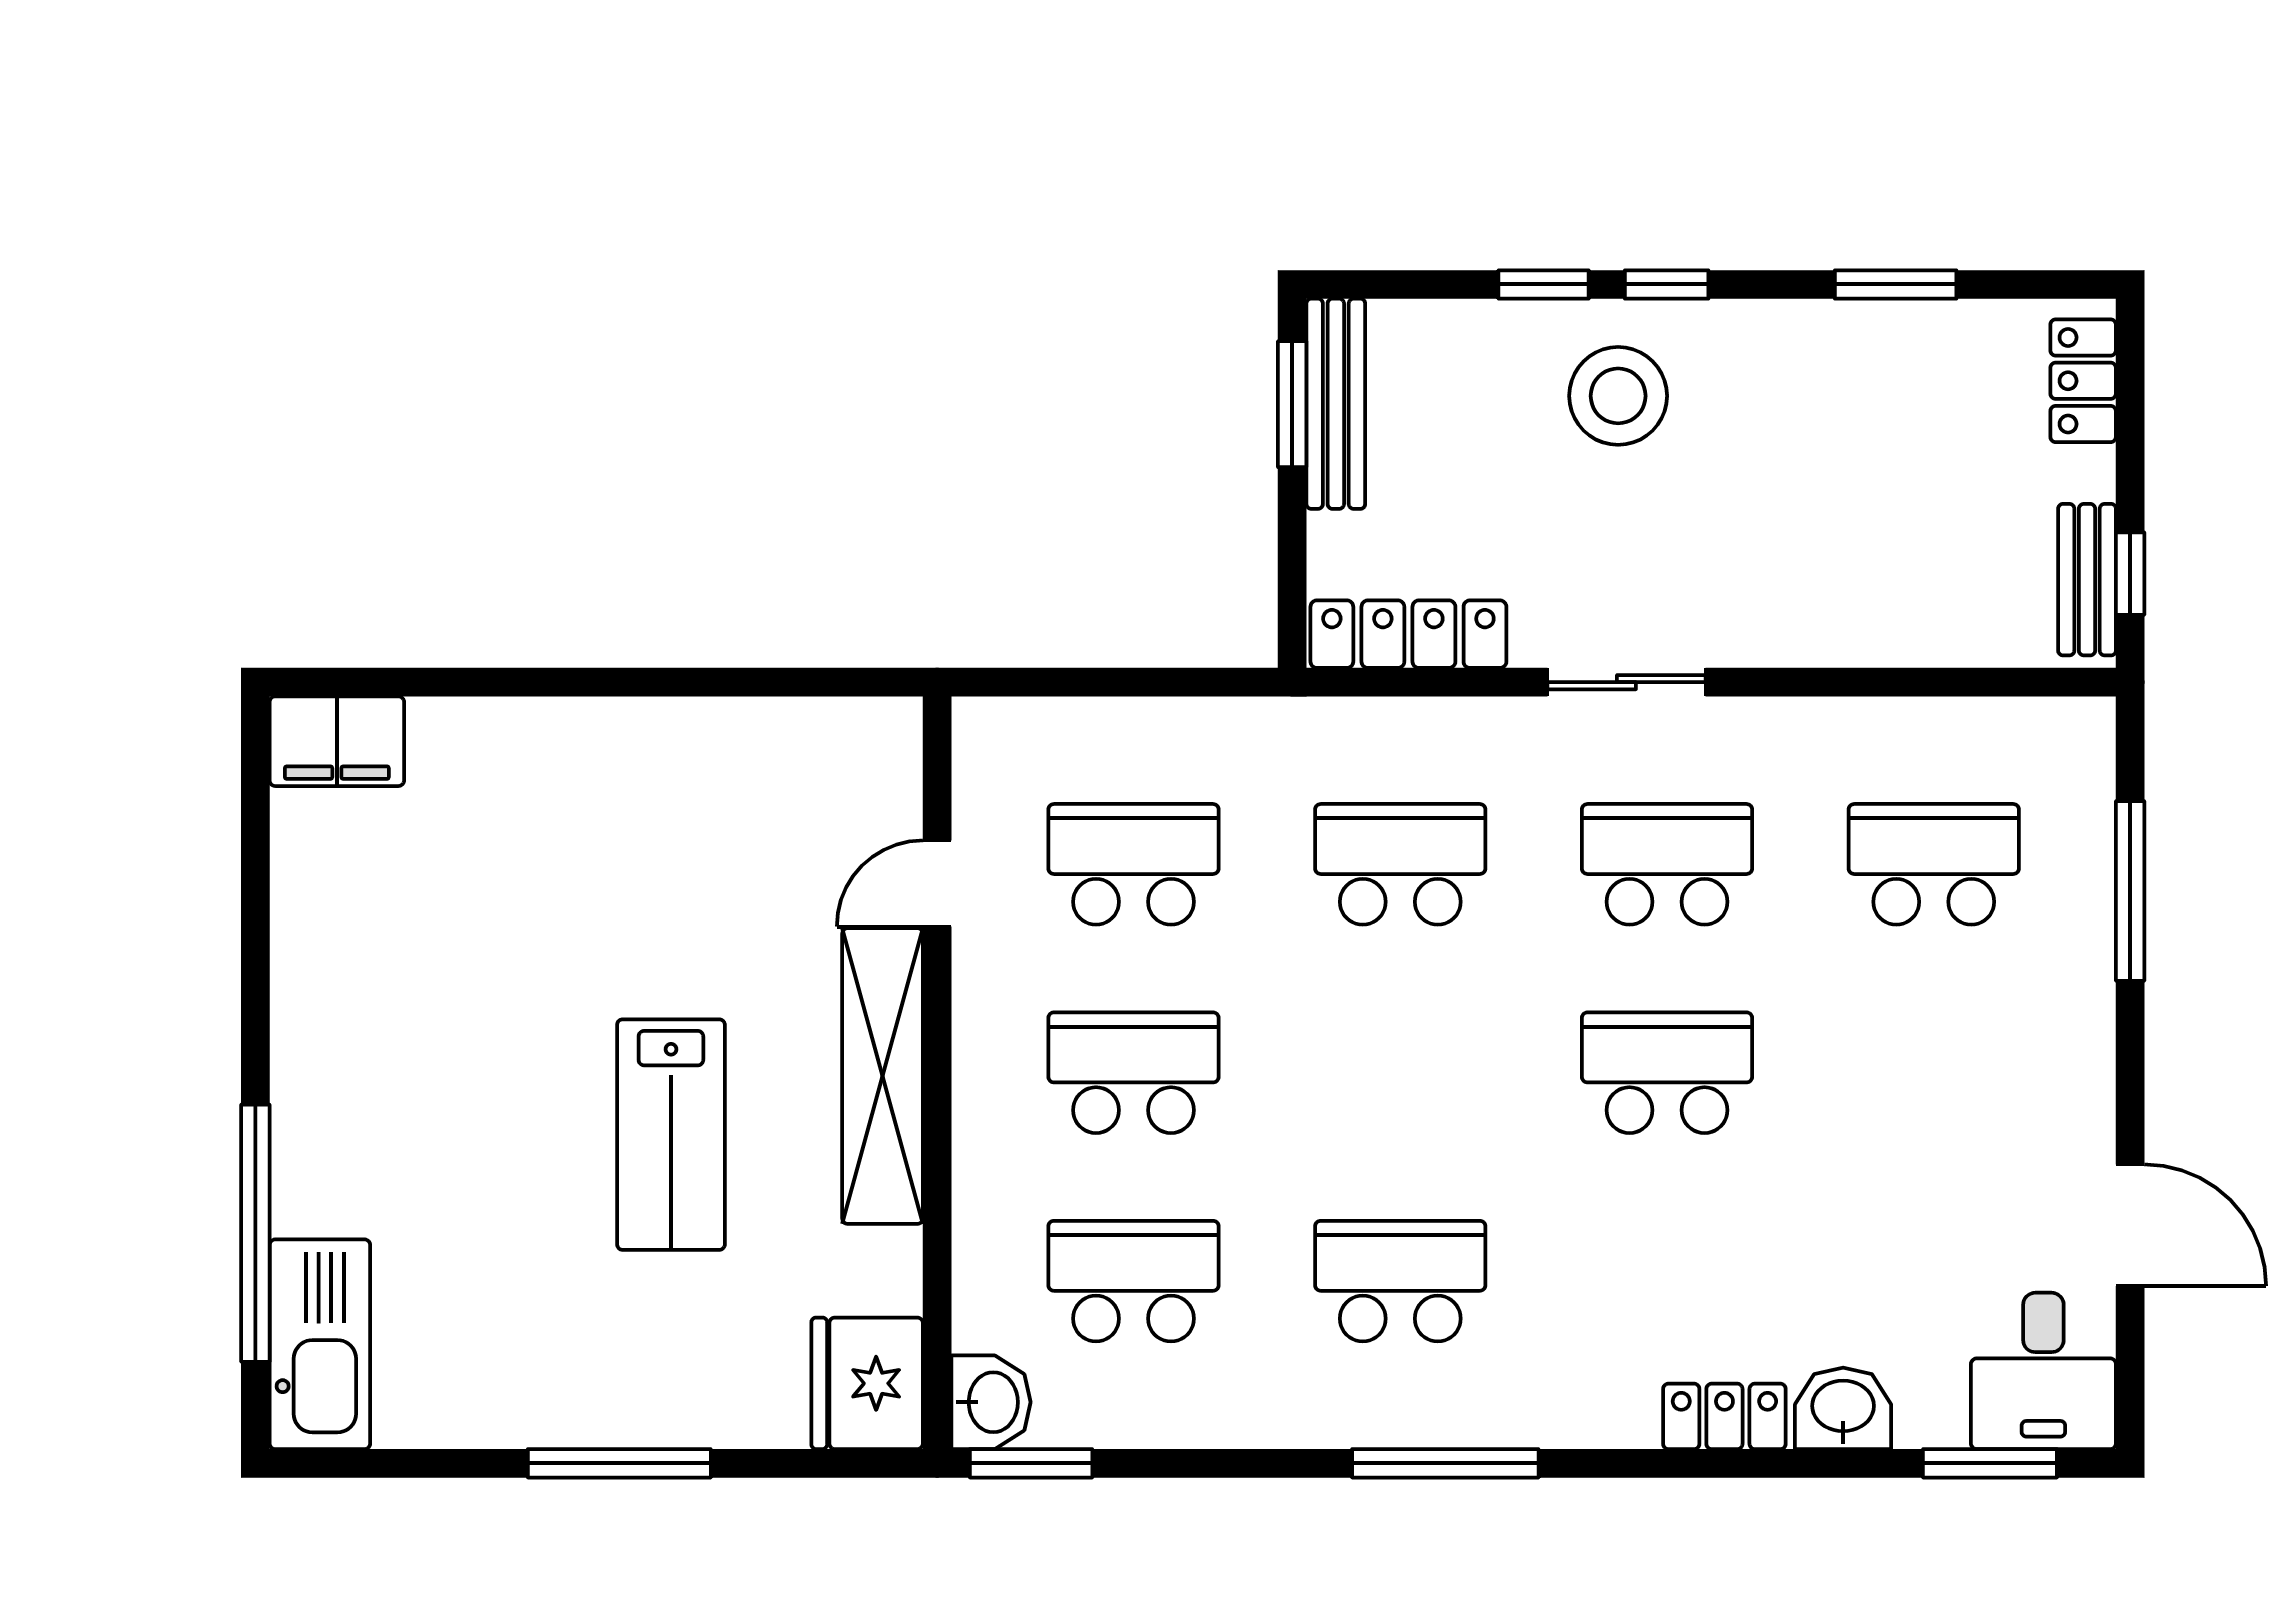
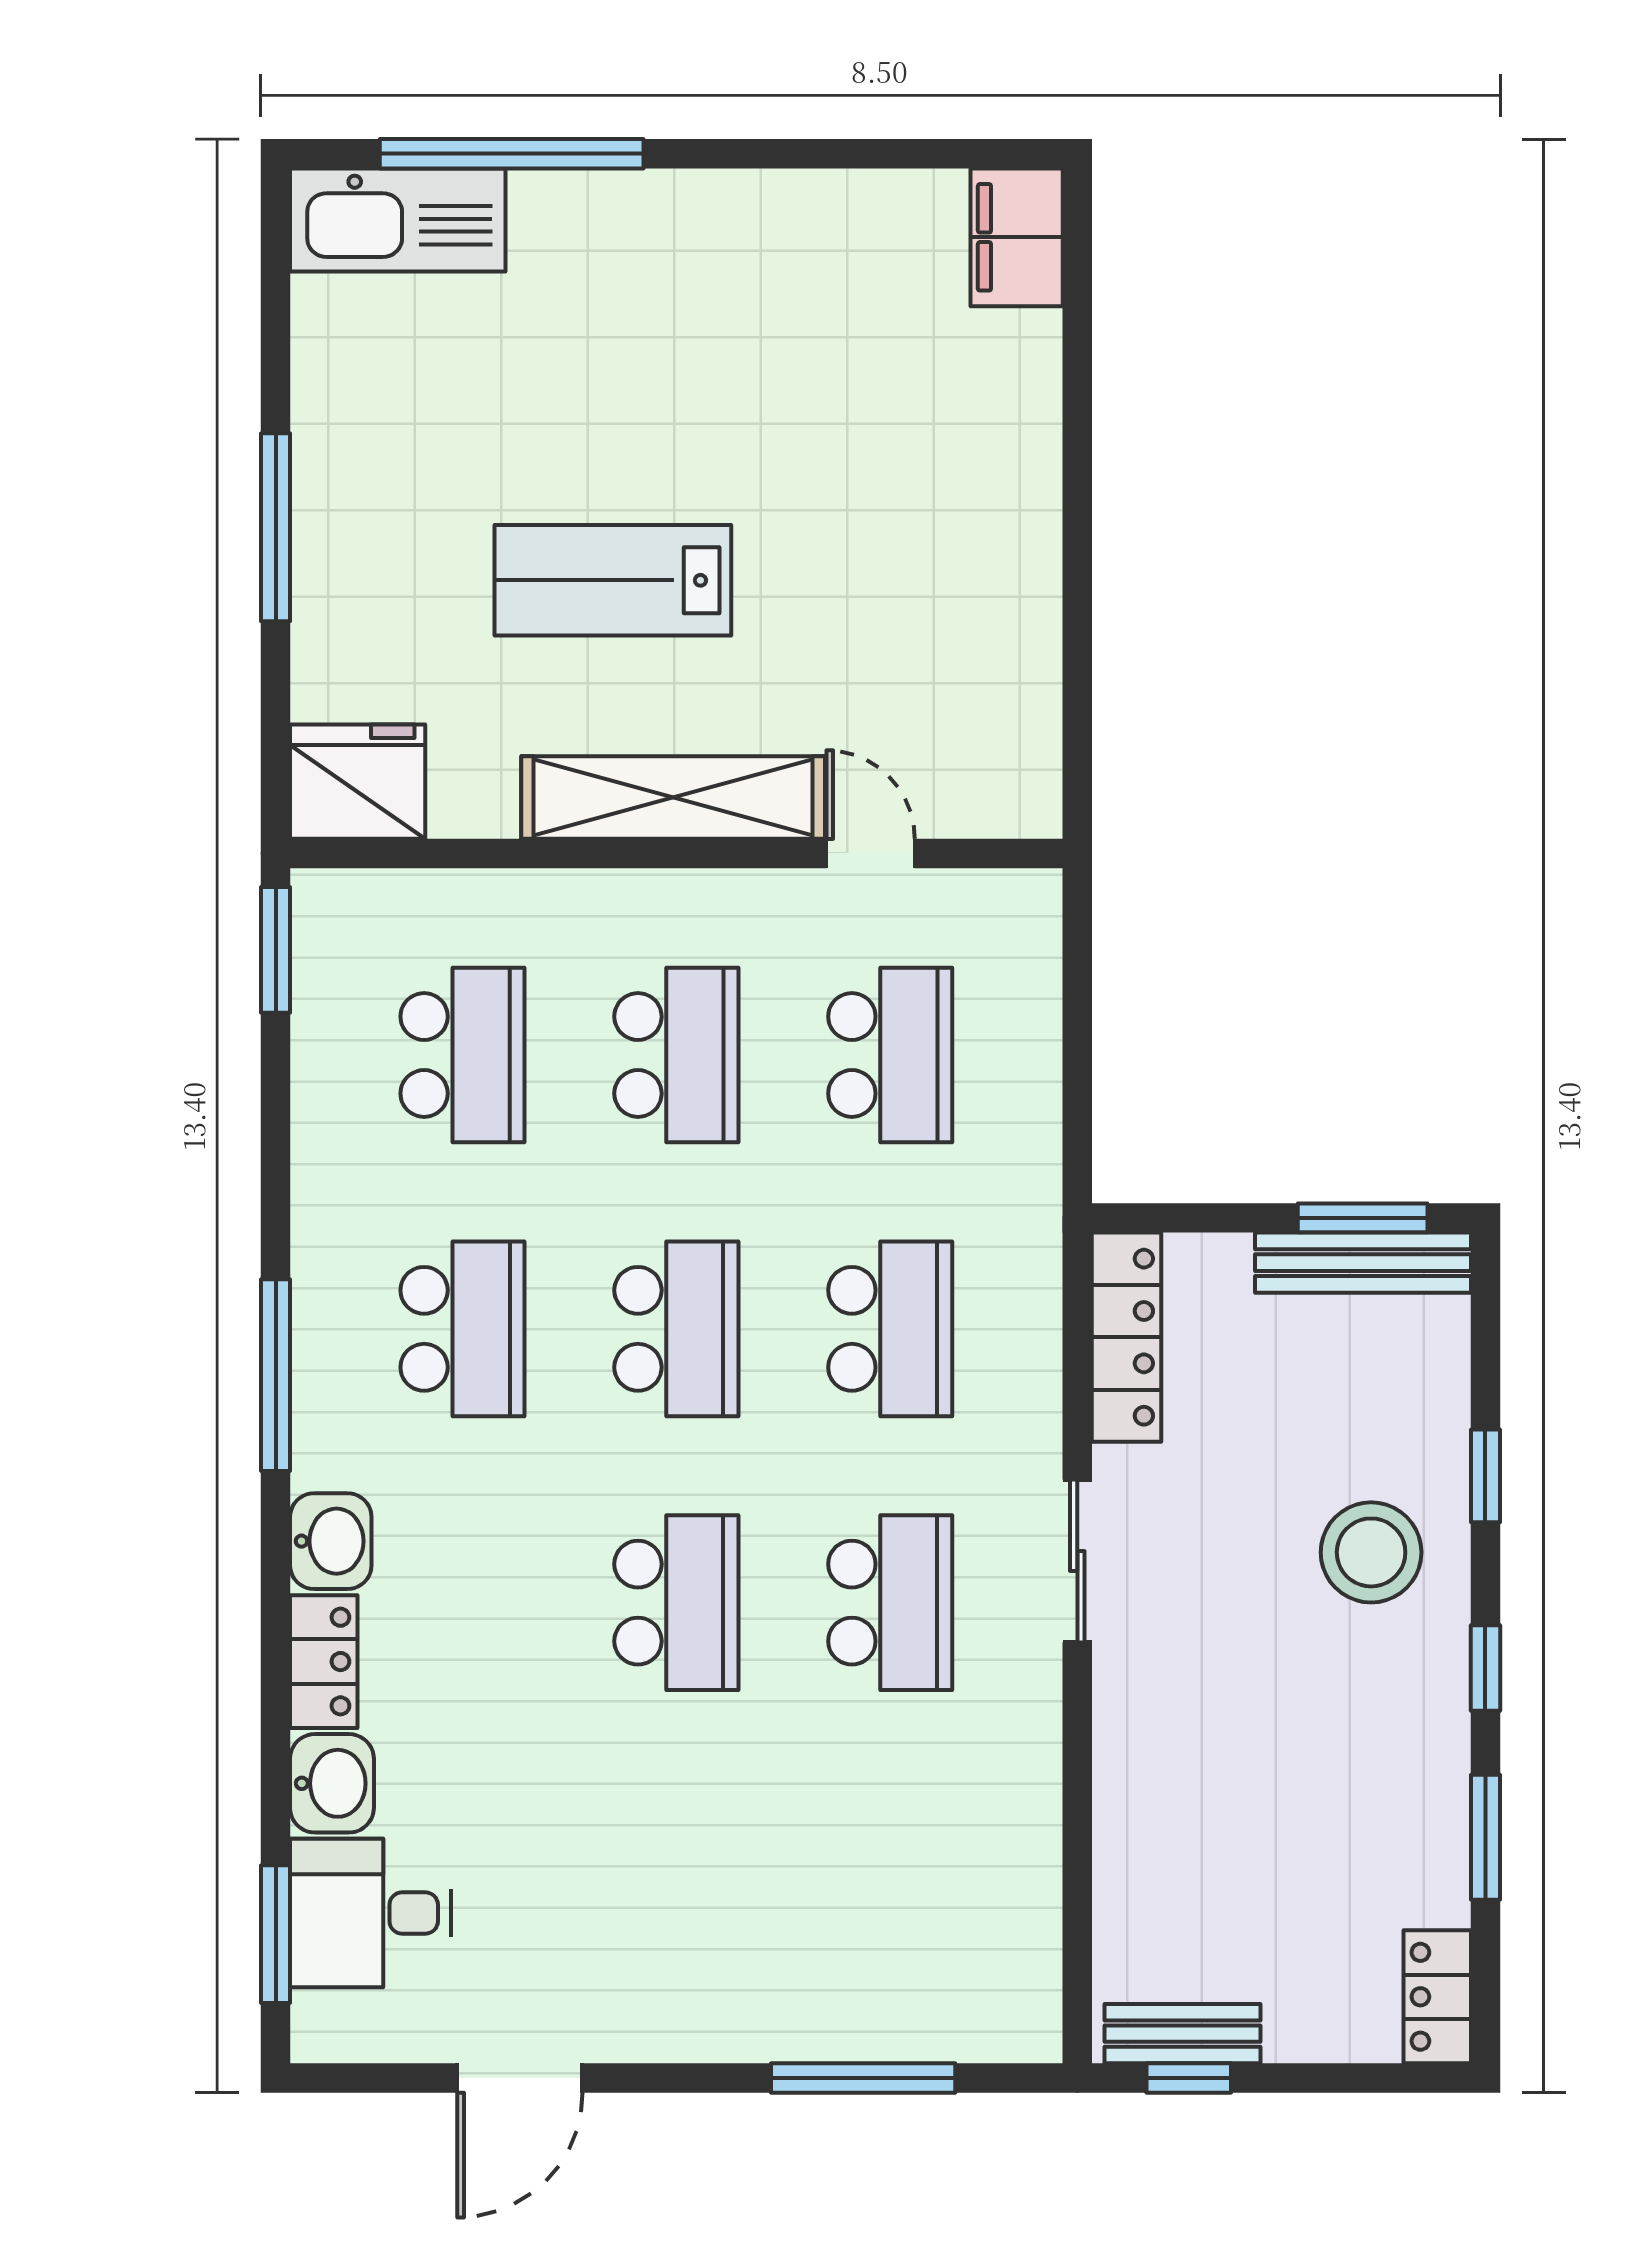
window: (1667, 284) -> (1485, 1668), moved
locker: (2083, 381) -> (1437, 1997), moved, turned -90
school desk: (1934, 864) -> (676, 1329), moved
desk: (2043, 1371) -> (370, 1913), moved
washbasin: (991, 1402) -> (331, 1541), moved, turned -90

